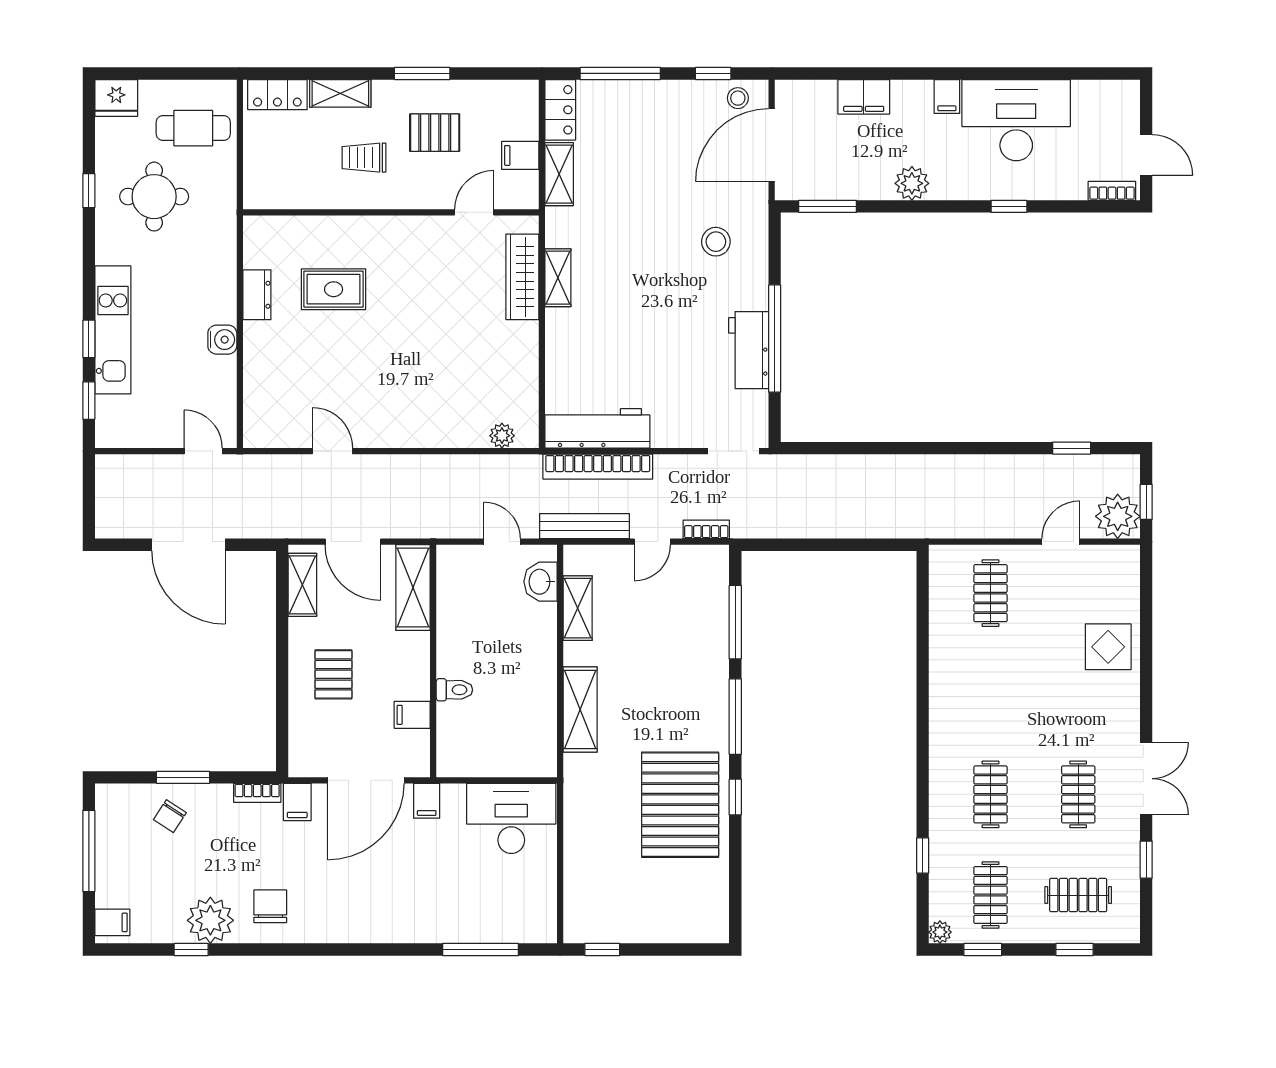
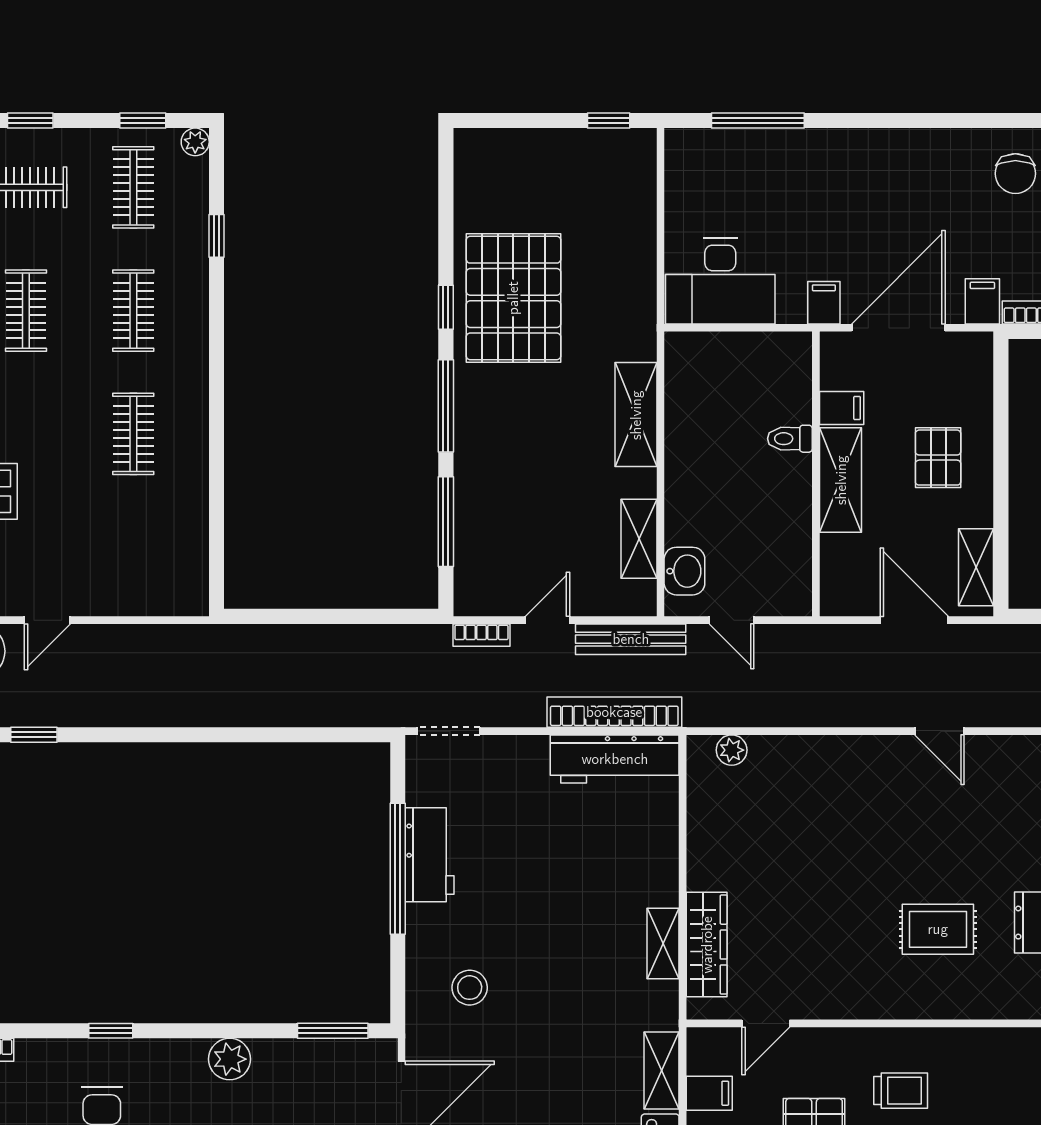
shelving: (413, 587) -> (841, 480), moved
clothes rail: (991, 593) -> (133, 434), moved

